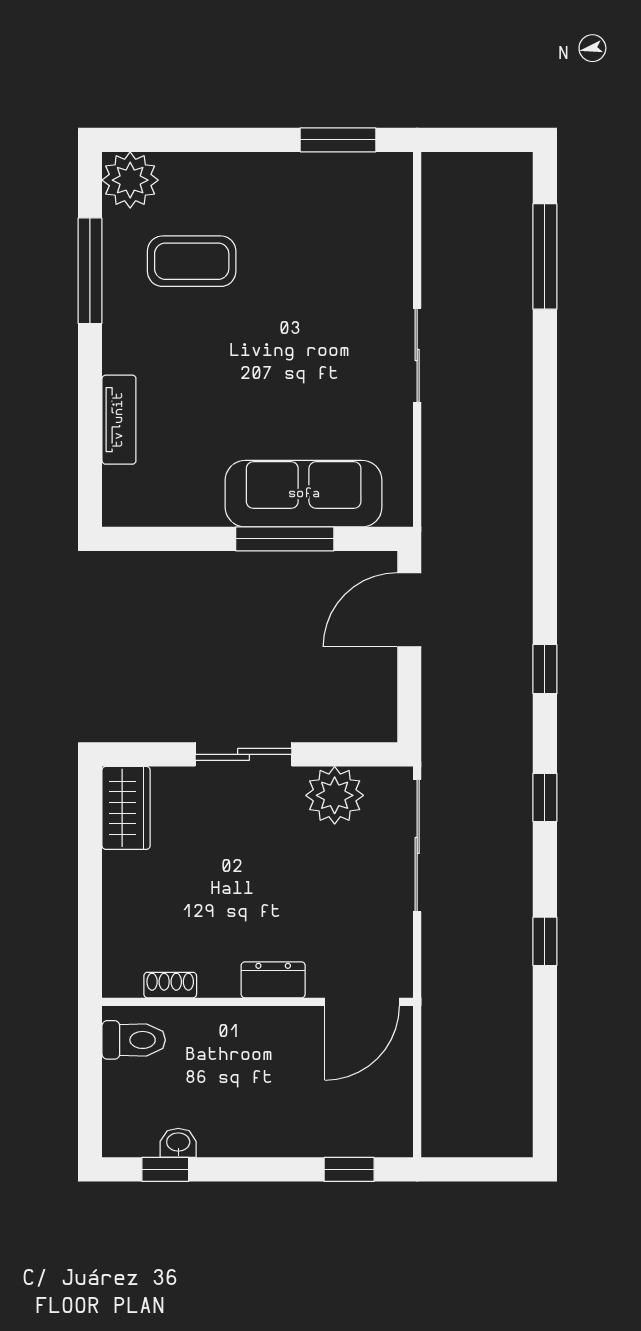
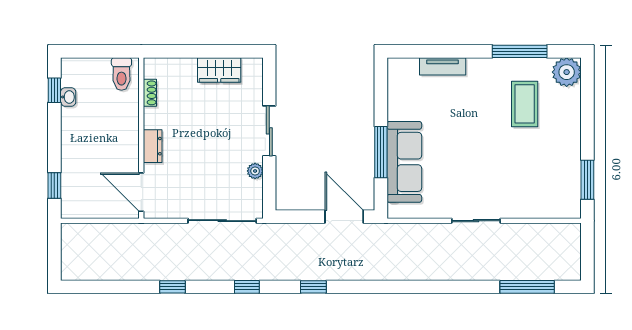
plant: (335, 795) -> (255, 171), width x0.53, depth x0.53
wardrobe: (126, 808) -> (219, 70), moved

